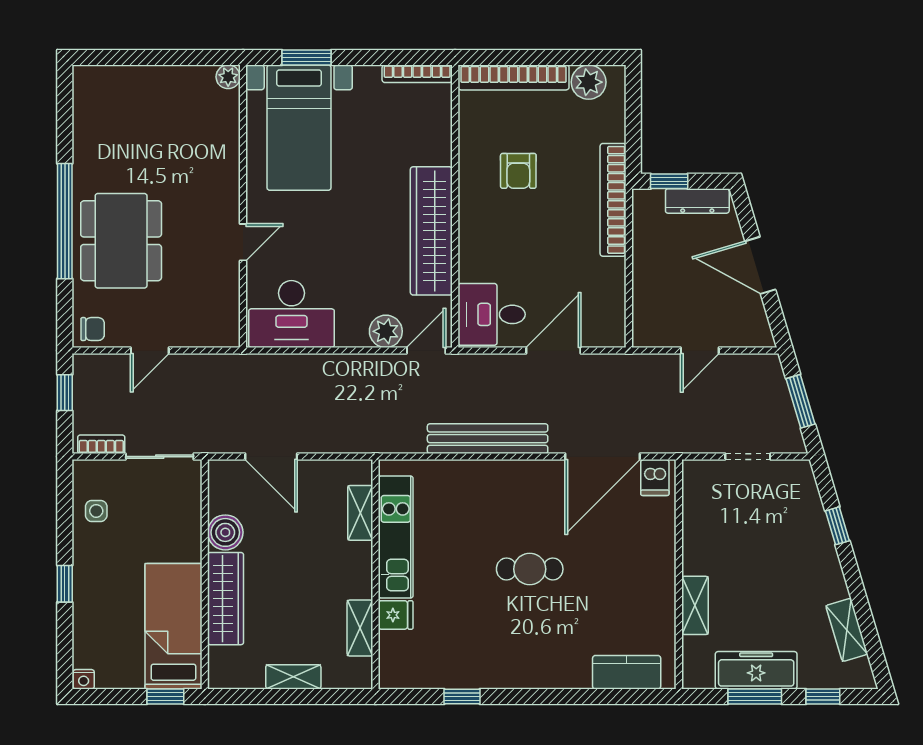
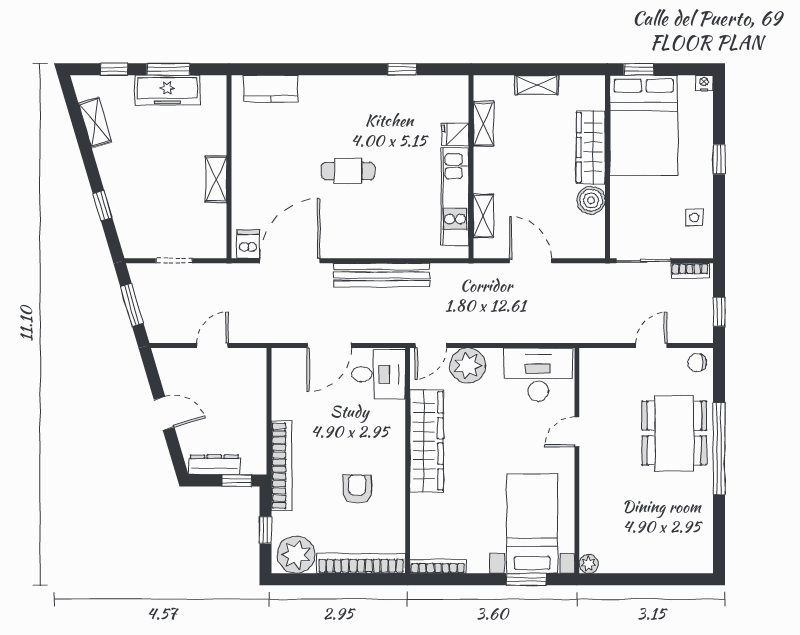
plant: (589, 82) -> (296, 555), width x1.36, depth x1.36
window: (633, 119) -> (265, 530), added
door: (760, 265) -> (164, 413), width x0.73
plant: (386, 331) -> (468, 366), width x1.36, depth x1.36
door: (271, 457) -> (530, 261), moved
shelving: (695, 605) -> (216, 179), moved
bed: (173, 626) -> (644, 125), width x1.50

